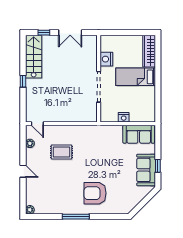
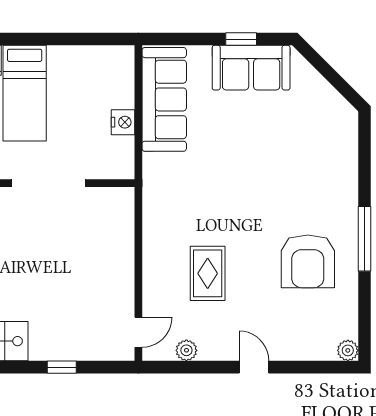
window: (23, 81) -> (62, 367), moved
sofa: (139, 134) -> (164, 99), width x1.36
door: (23, 171) -> (254, 367), hinge flipped
armchair: (95, 193) -> (308, 261), moved

